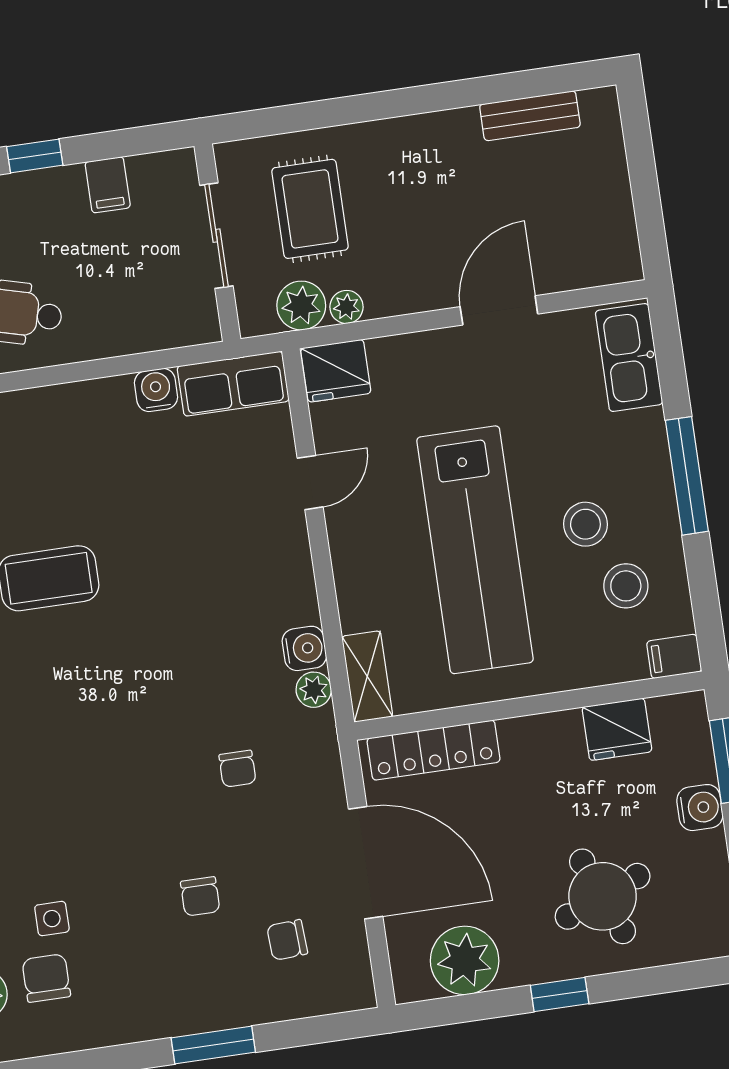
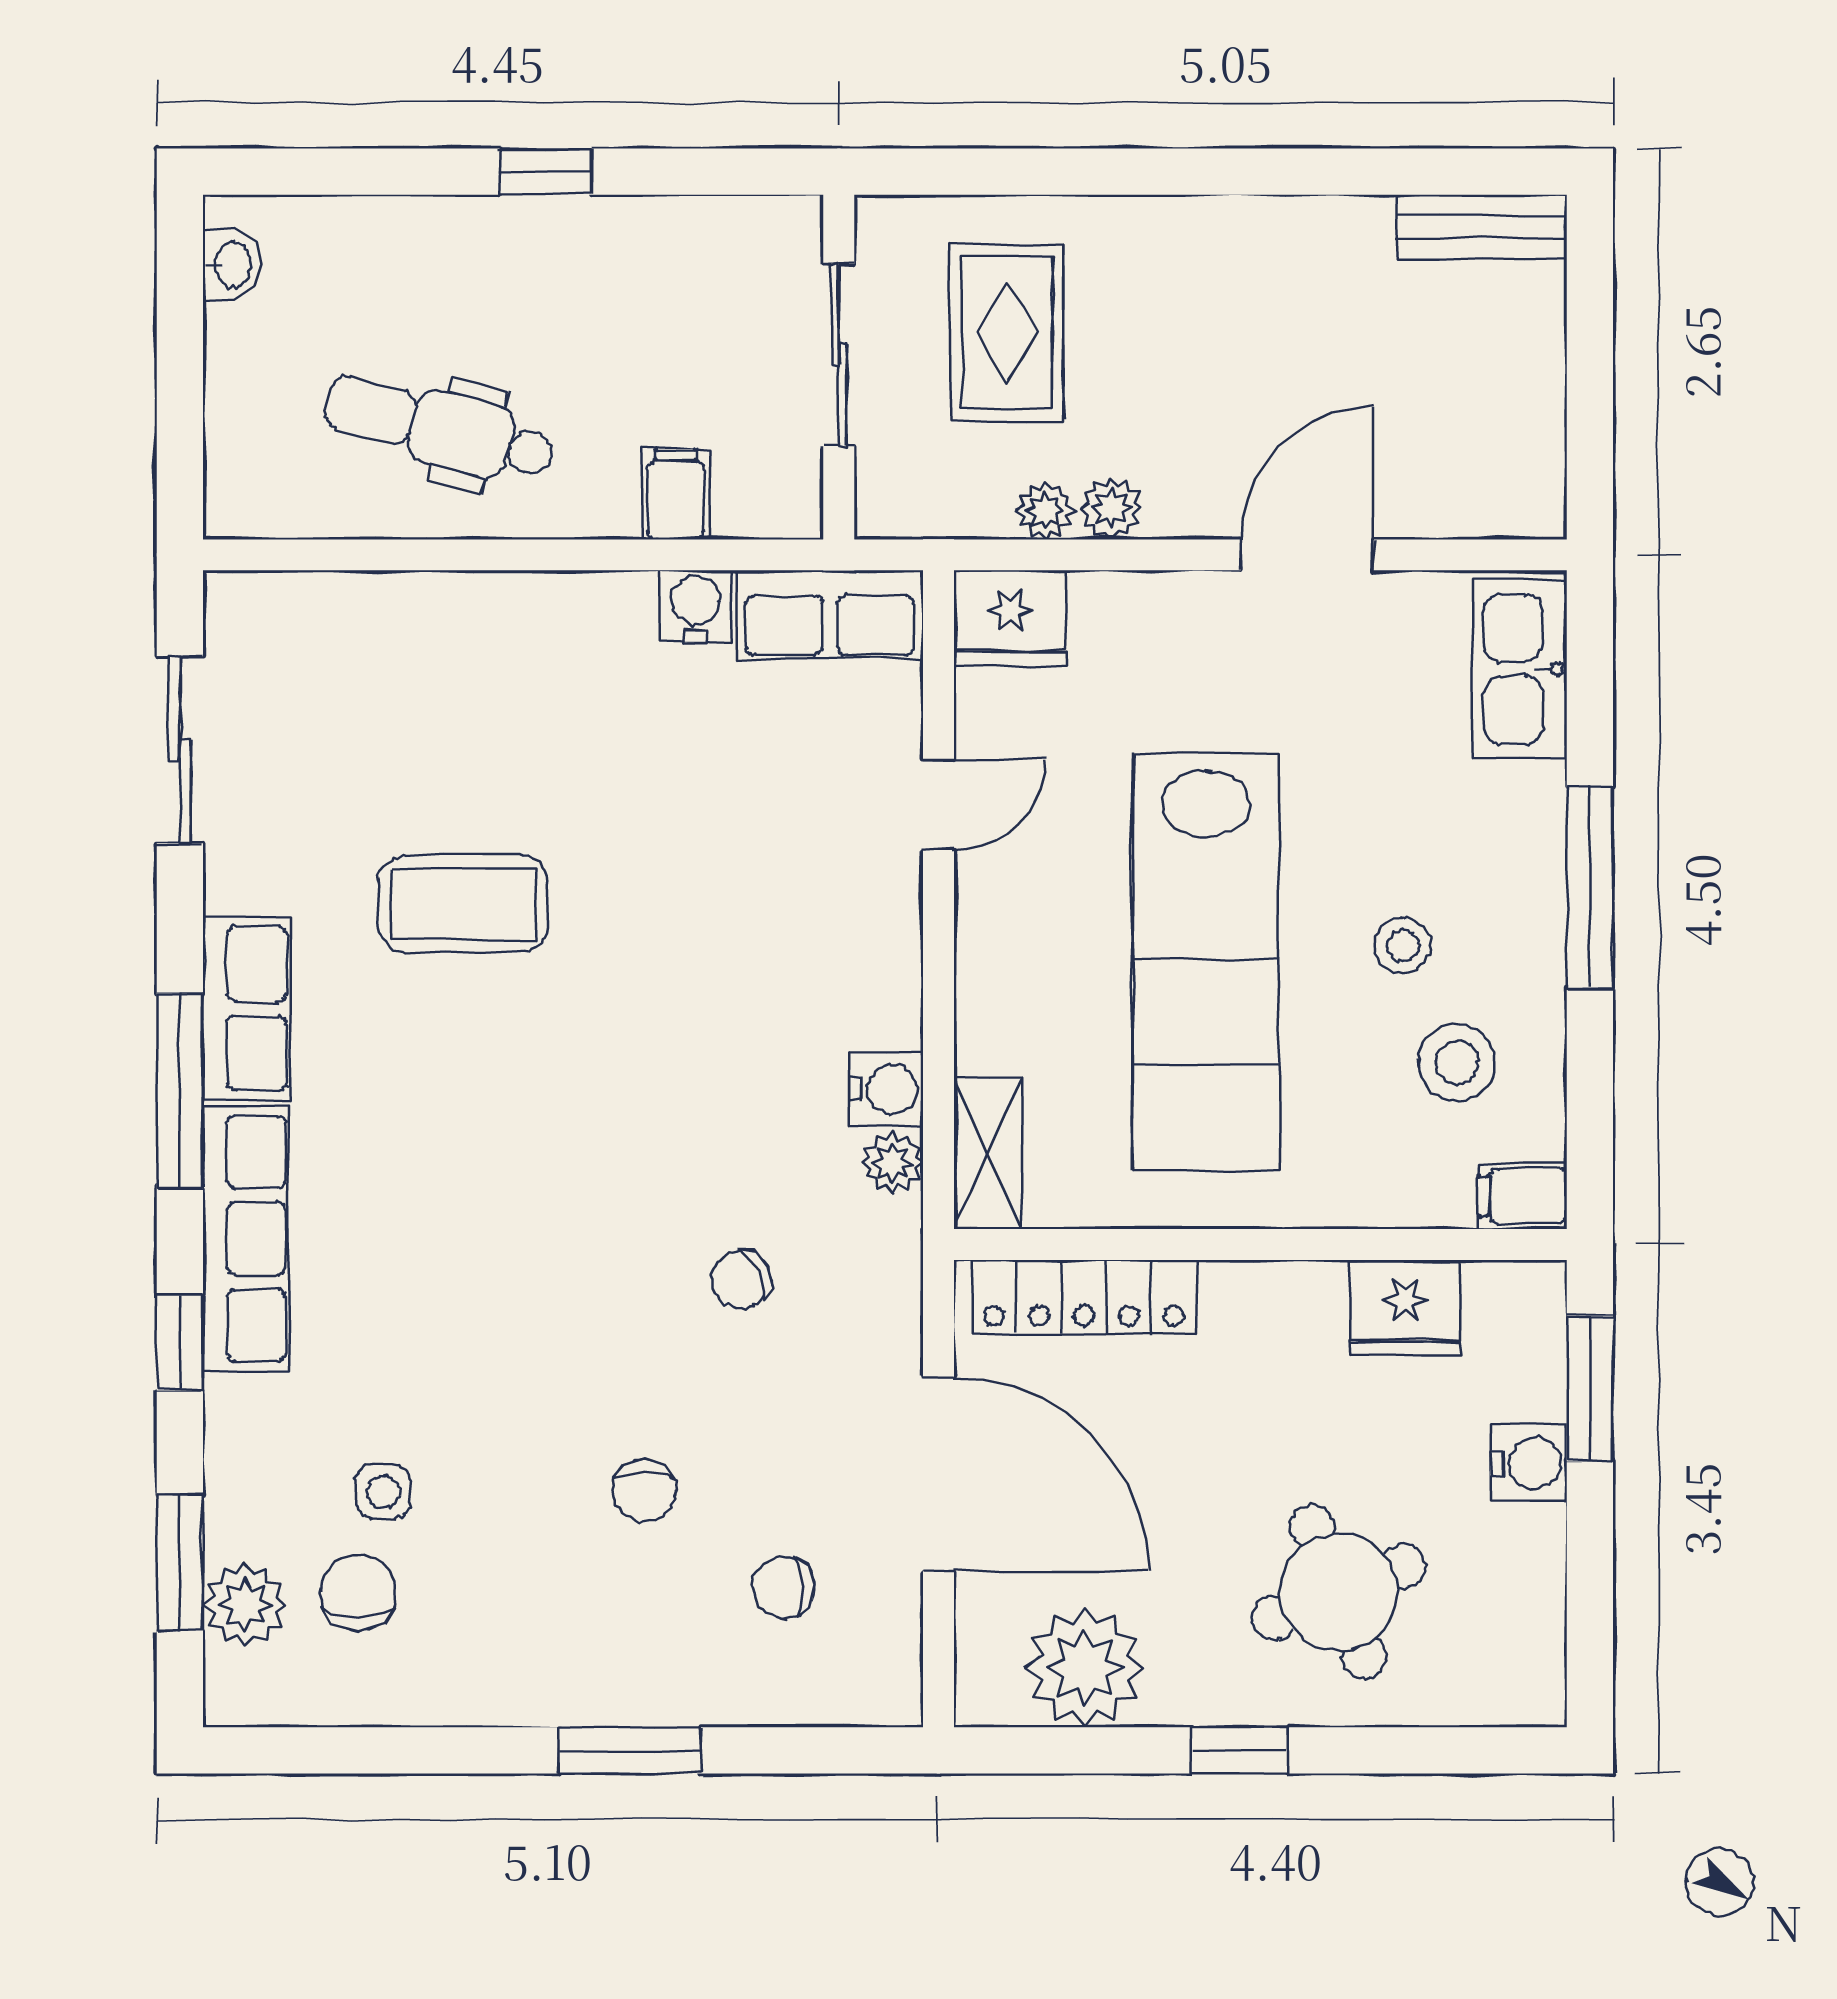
bench: (530, 116) -> (1482, 227), moved
filing cabinet: (108, 185) -> (676, 494), moved, turned 180
plant: (301, 306) -> (1111, 508), moved, width x0.73, depth x0.73
stool: (585, 524) -> (1403, 946), width x0.73, depth x0.73
chair: (237, 769) -> (741, 1280), turned 64

